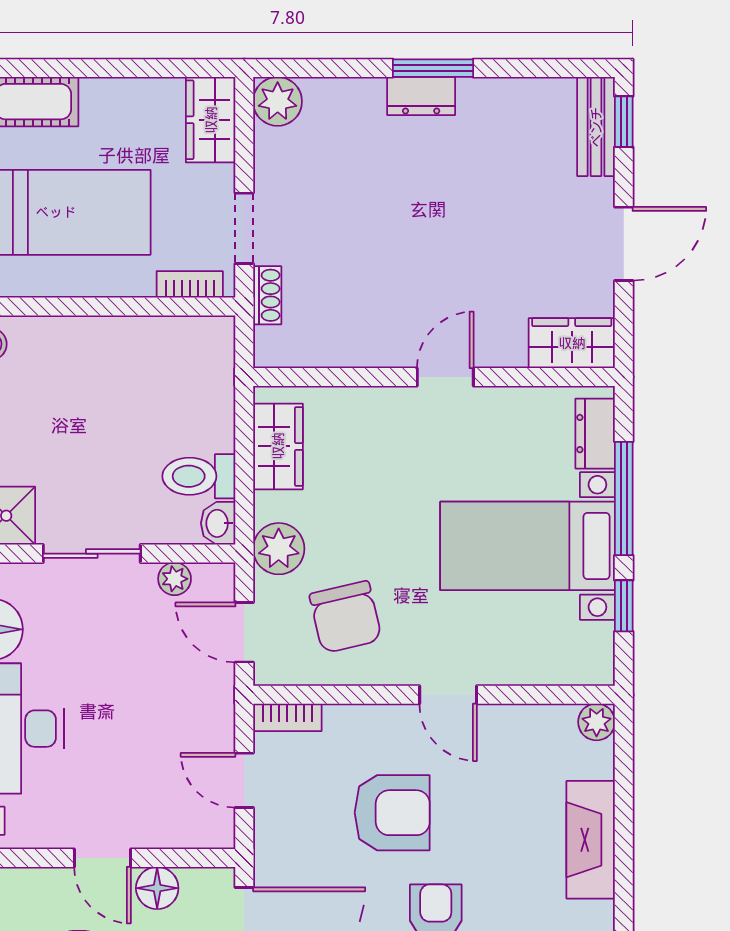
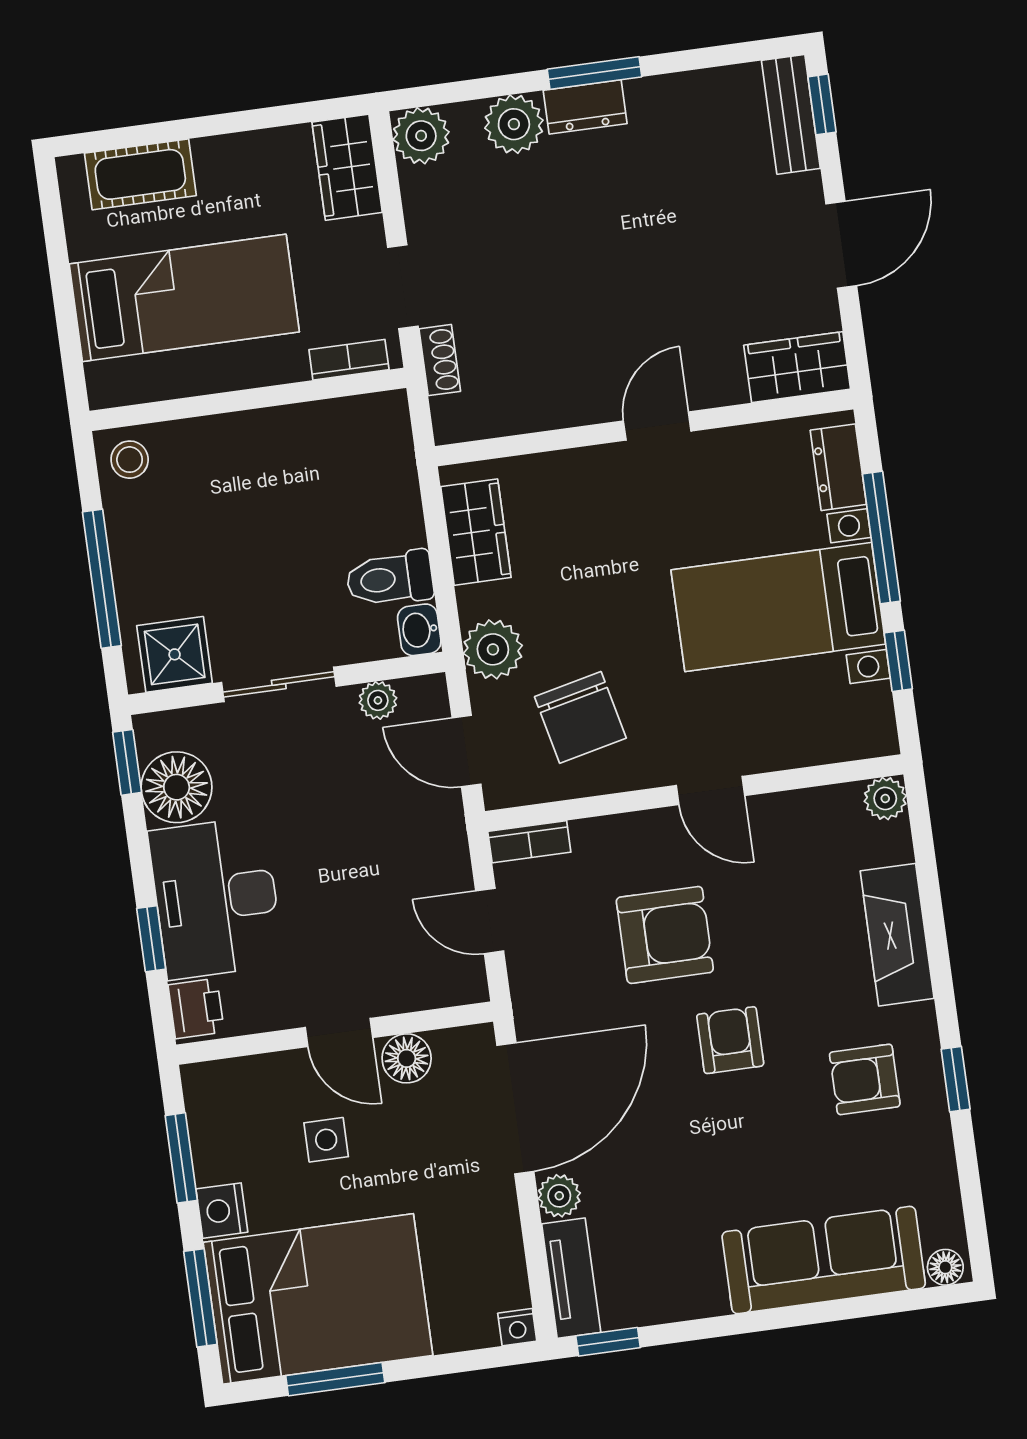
plant: (358, 102) -> (514, 124), added

